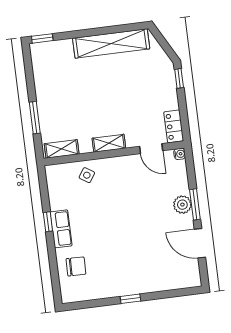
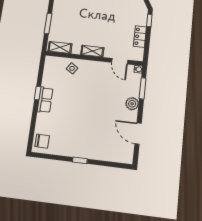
locker: (174, 126) -> (140, 37), moved
window: (195, 204) -> (143, 88), moved
chair: (76, 266) -> (42, 141), moved

